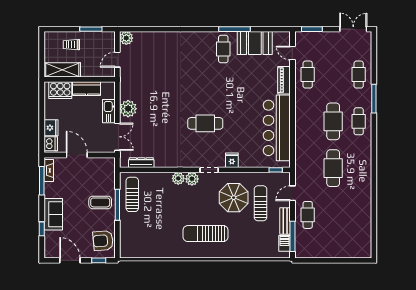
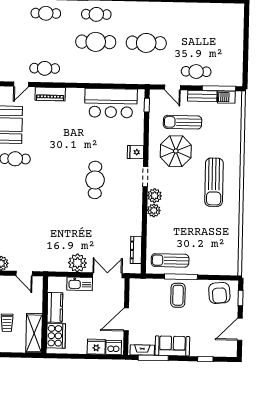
bar counter: (277, 128) -> (111, 103), width x0.73
sofa: (53, 214) -> (172, 346), moved

